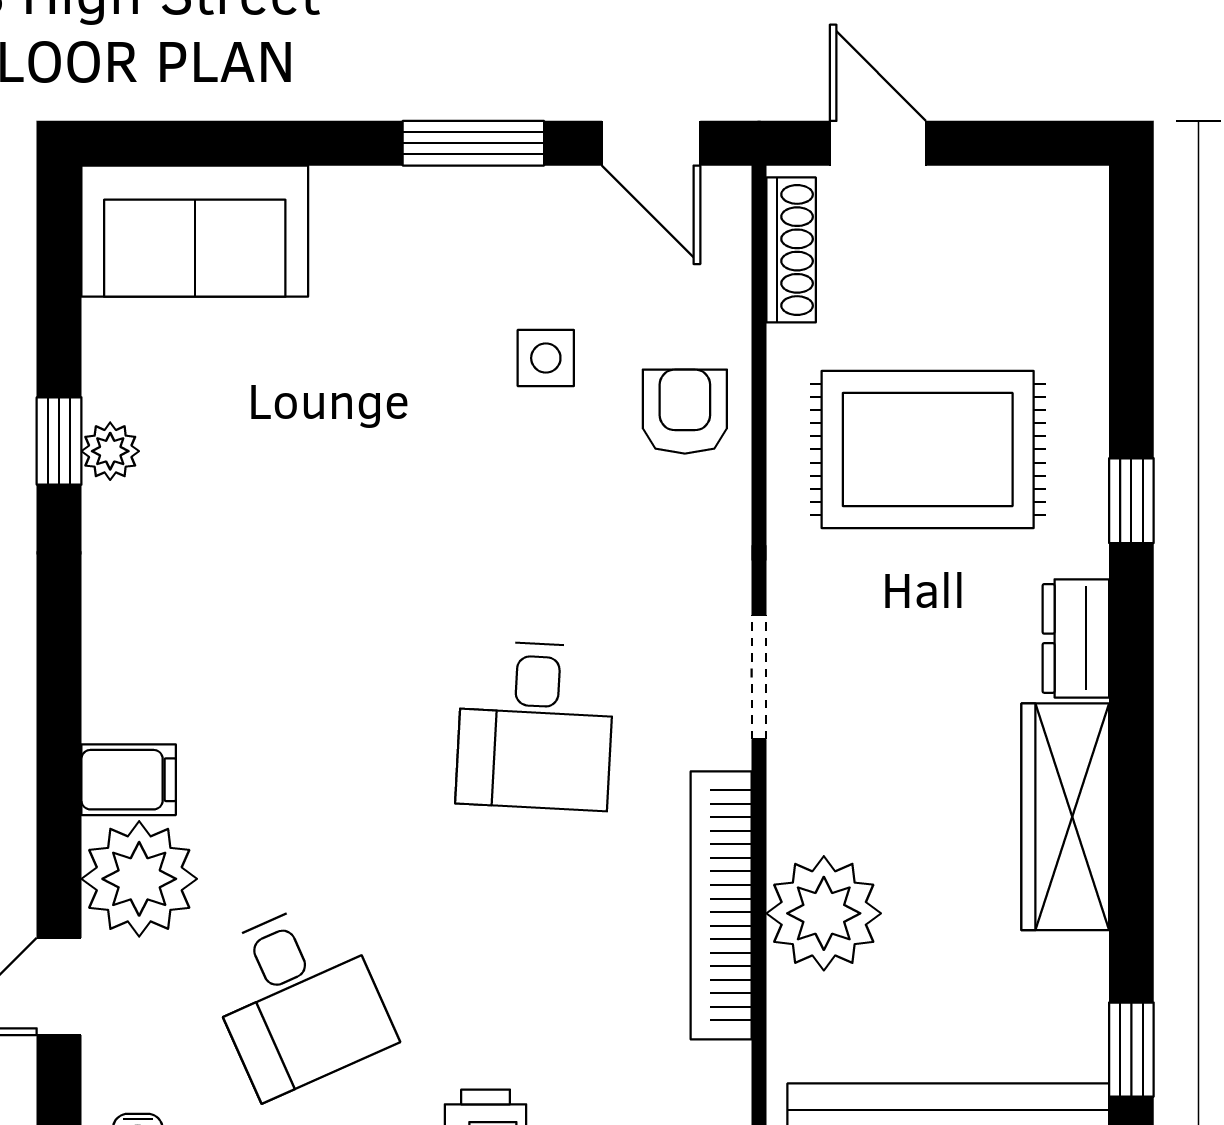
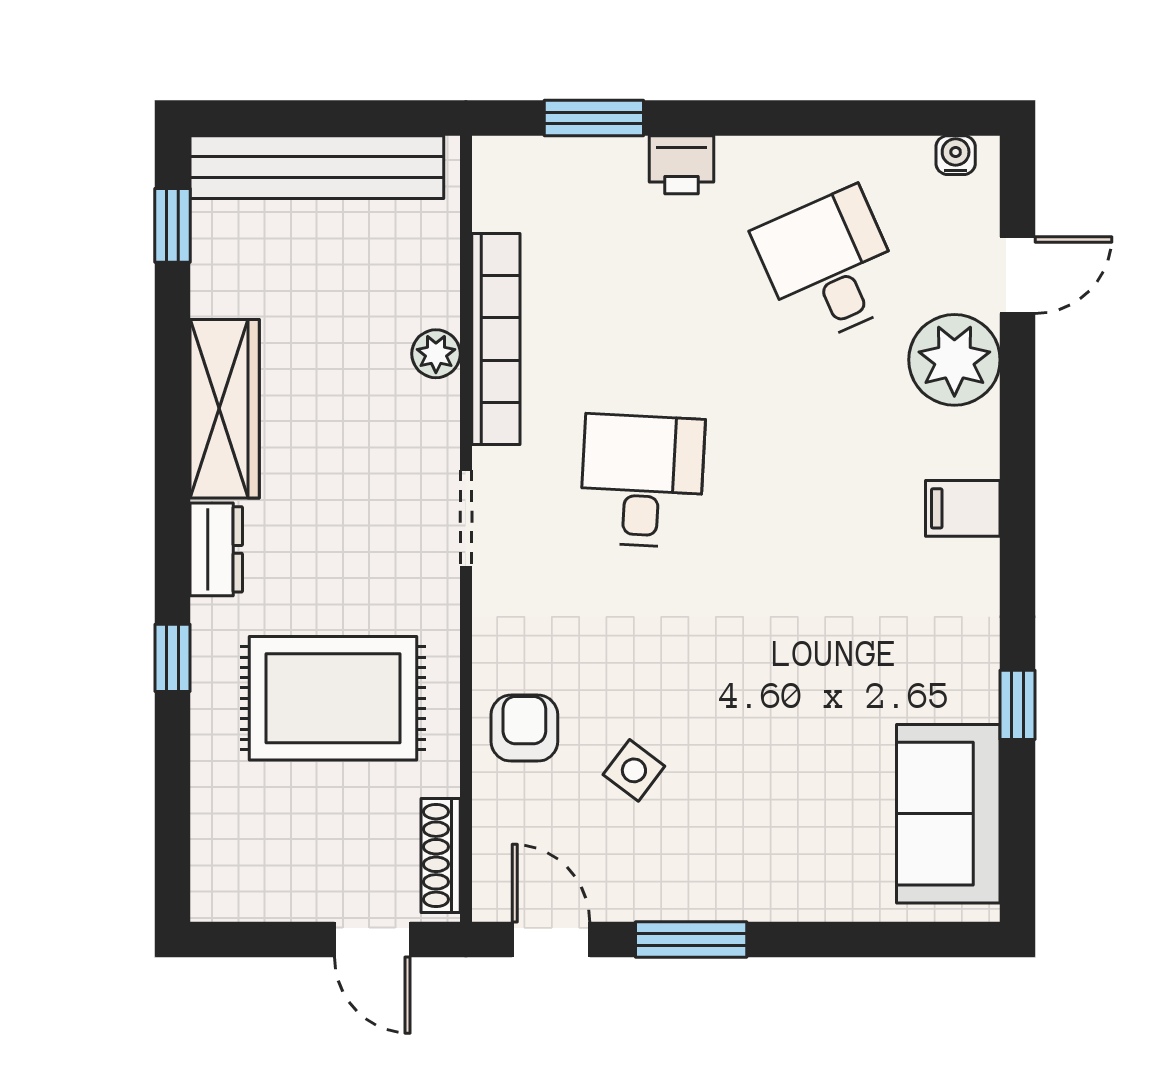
sofa: (195, 231) -> (948, 814), moved, turned -90
side table: (546, 358) -> (634, 770), turned 37
armchair: (685, 412) -> (524, 728), turned 180
plant: (110, 451) -> (977, 697), removed
filing cabinet: (129, 780) -> (963, 508), moved
plant: (824, 913) -> (436, 354), width x0.53, depth x0.53

